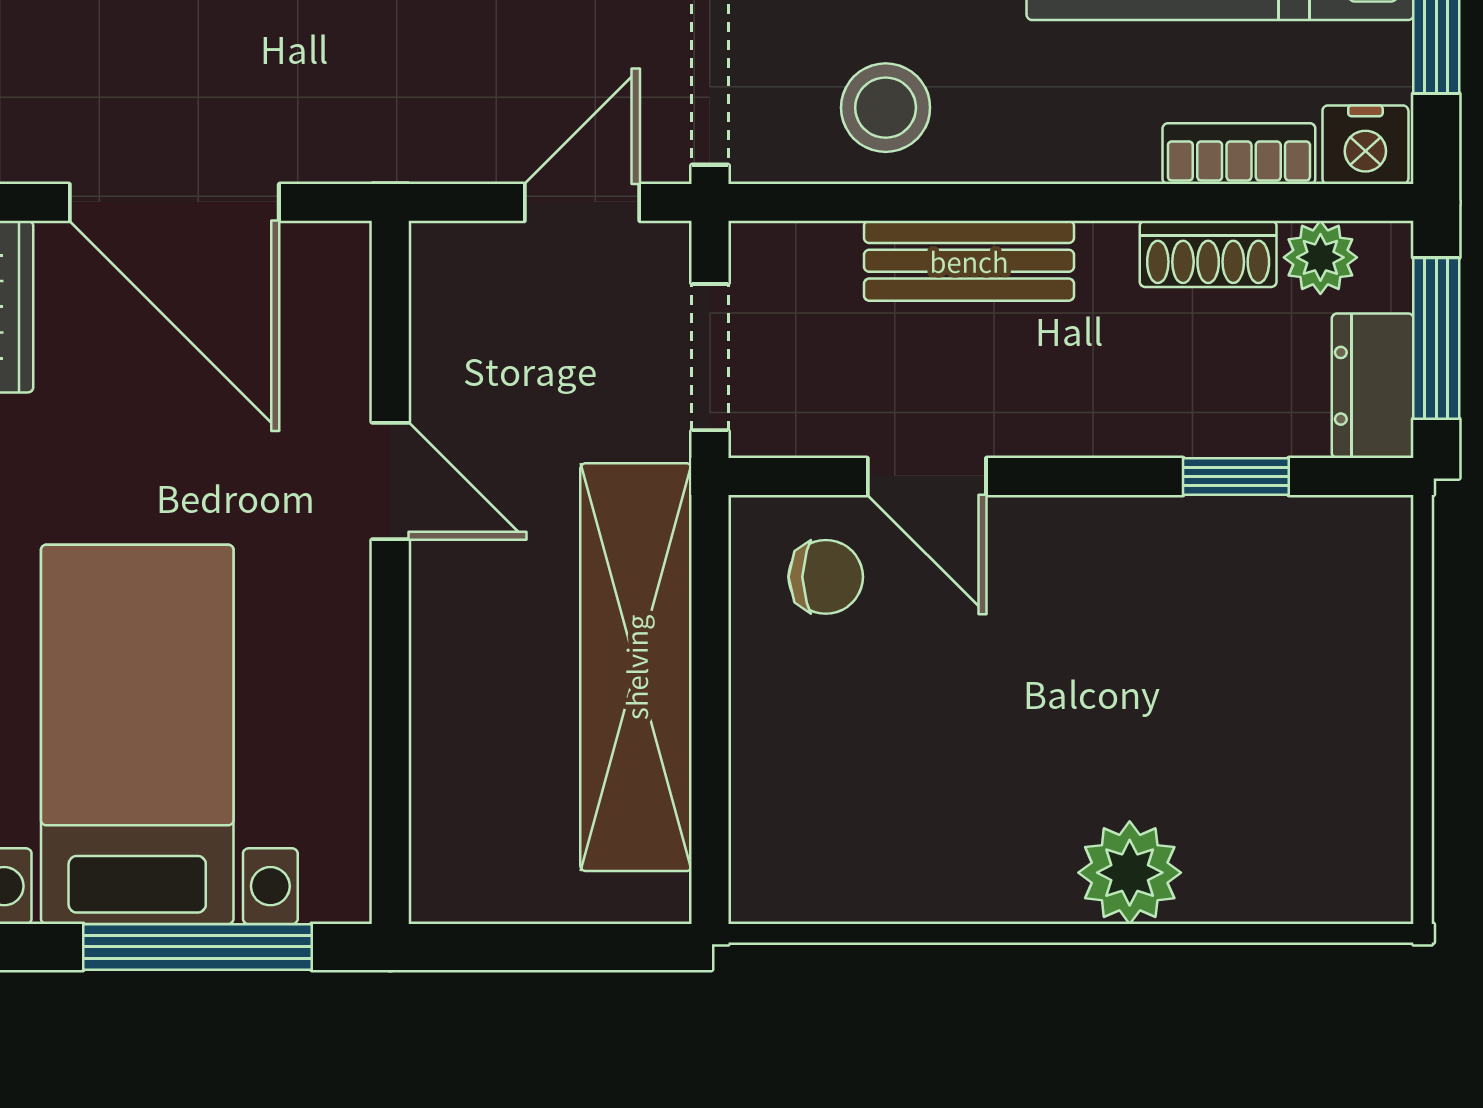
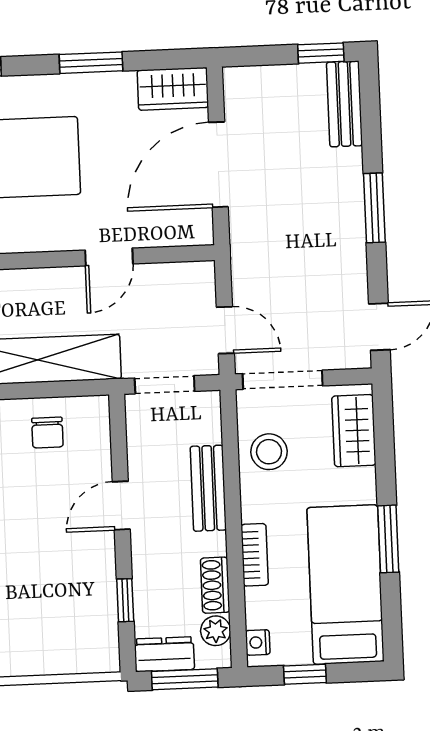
nightstand: (1365, 145) -> (258, 642), width x0.72, depth x0.74
bookcase: (1239, 154) -> (255, 555), moved
door: (927, 476) -> (121, 506), moved
chair: (826, 577) -> (47, 432), moved

